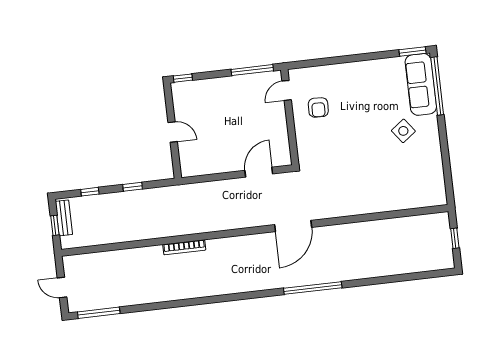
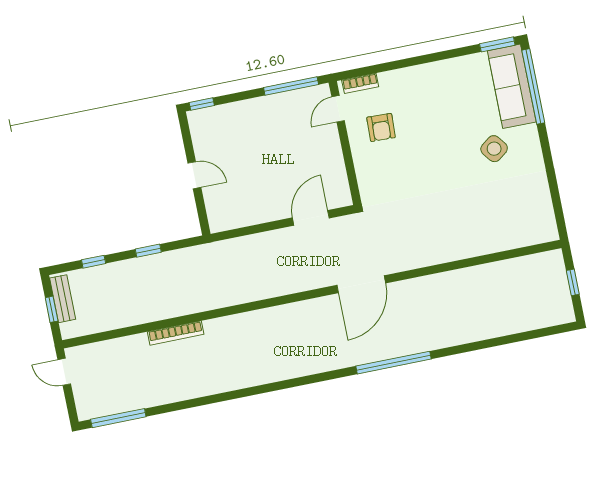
bookcase: (305, 72) -> (360, 83), added
bookcase: (184, 247) -> (176, 333), moved
door: (62, 287) -> (64, 372), moved

